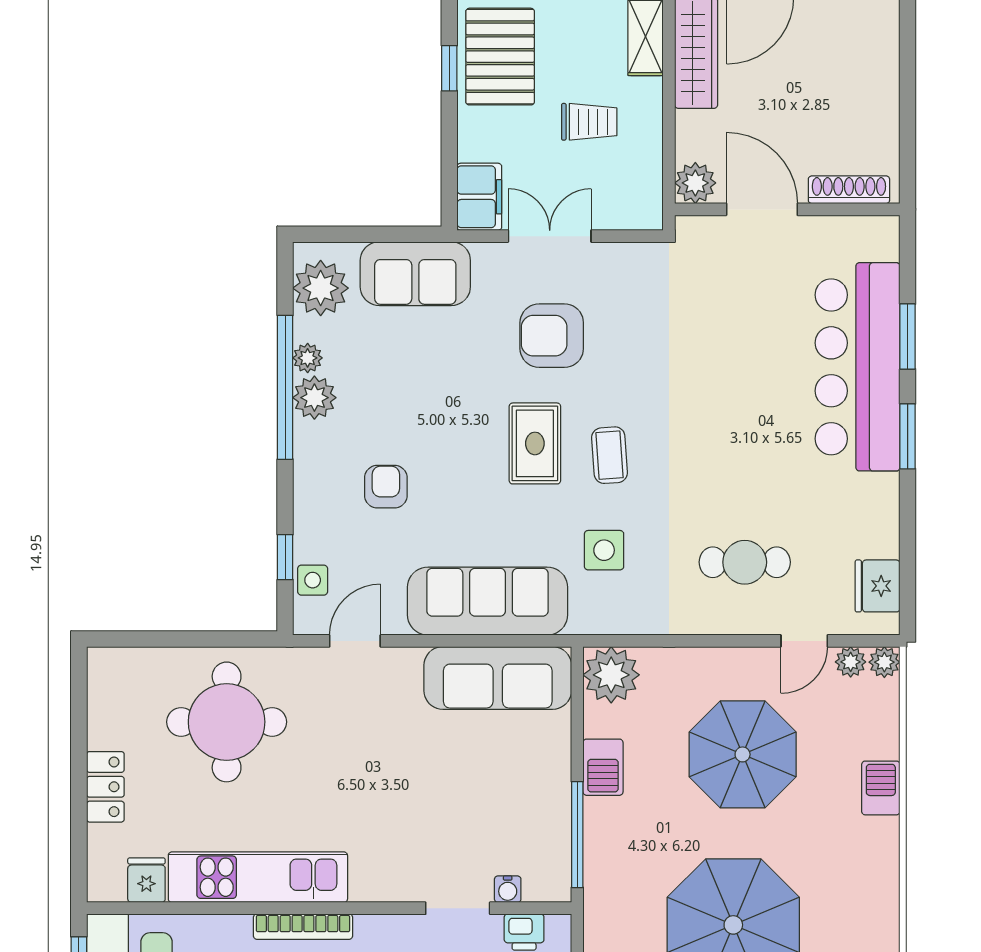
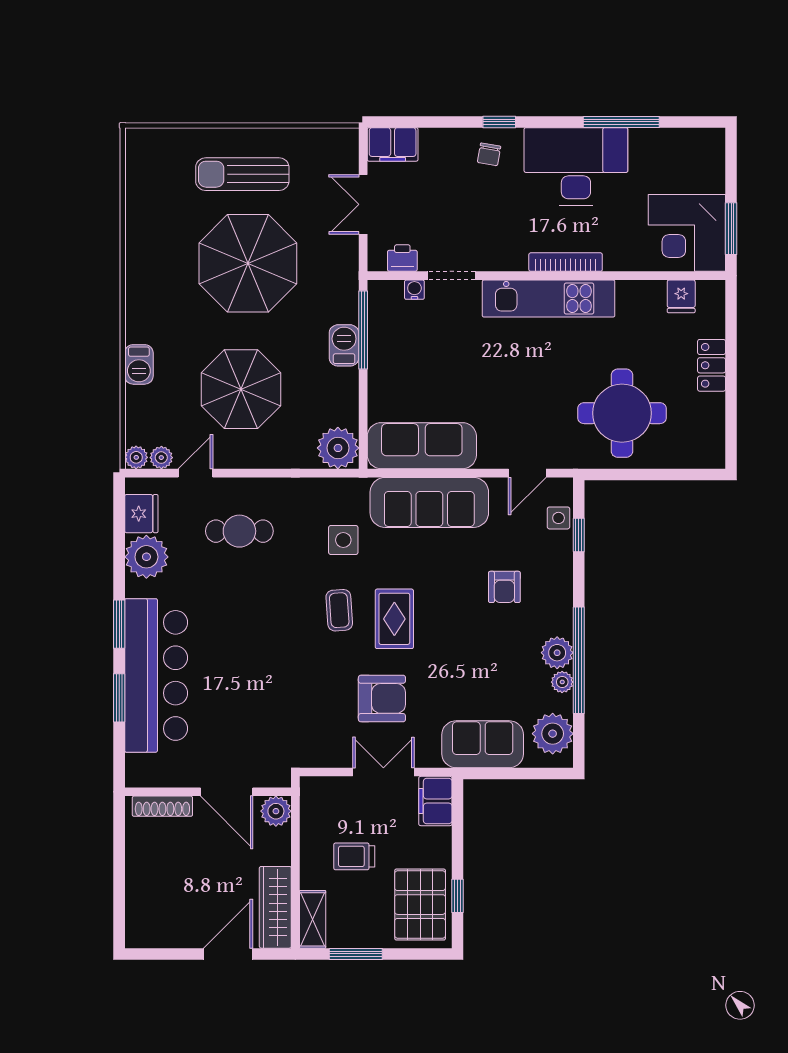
double door: (550, 236) -> (383, 772), swing flipped
plant: (871, 528) -> (146, 557), added
barbecue: (603, 767) -> (344, 345), moved
kitchen unit: (258, 877) -> (549, 299), moved

